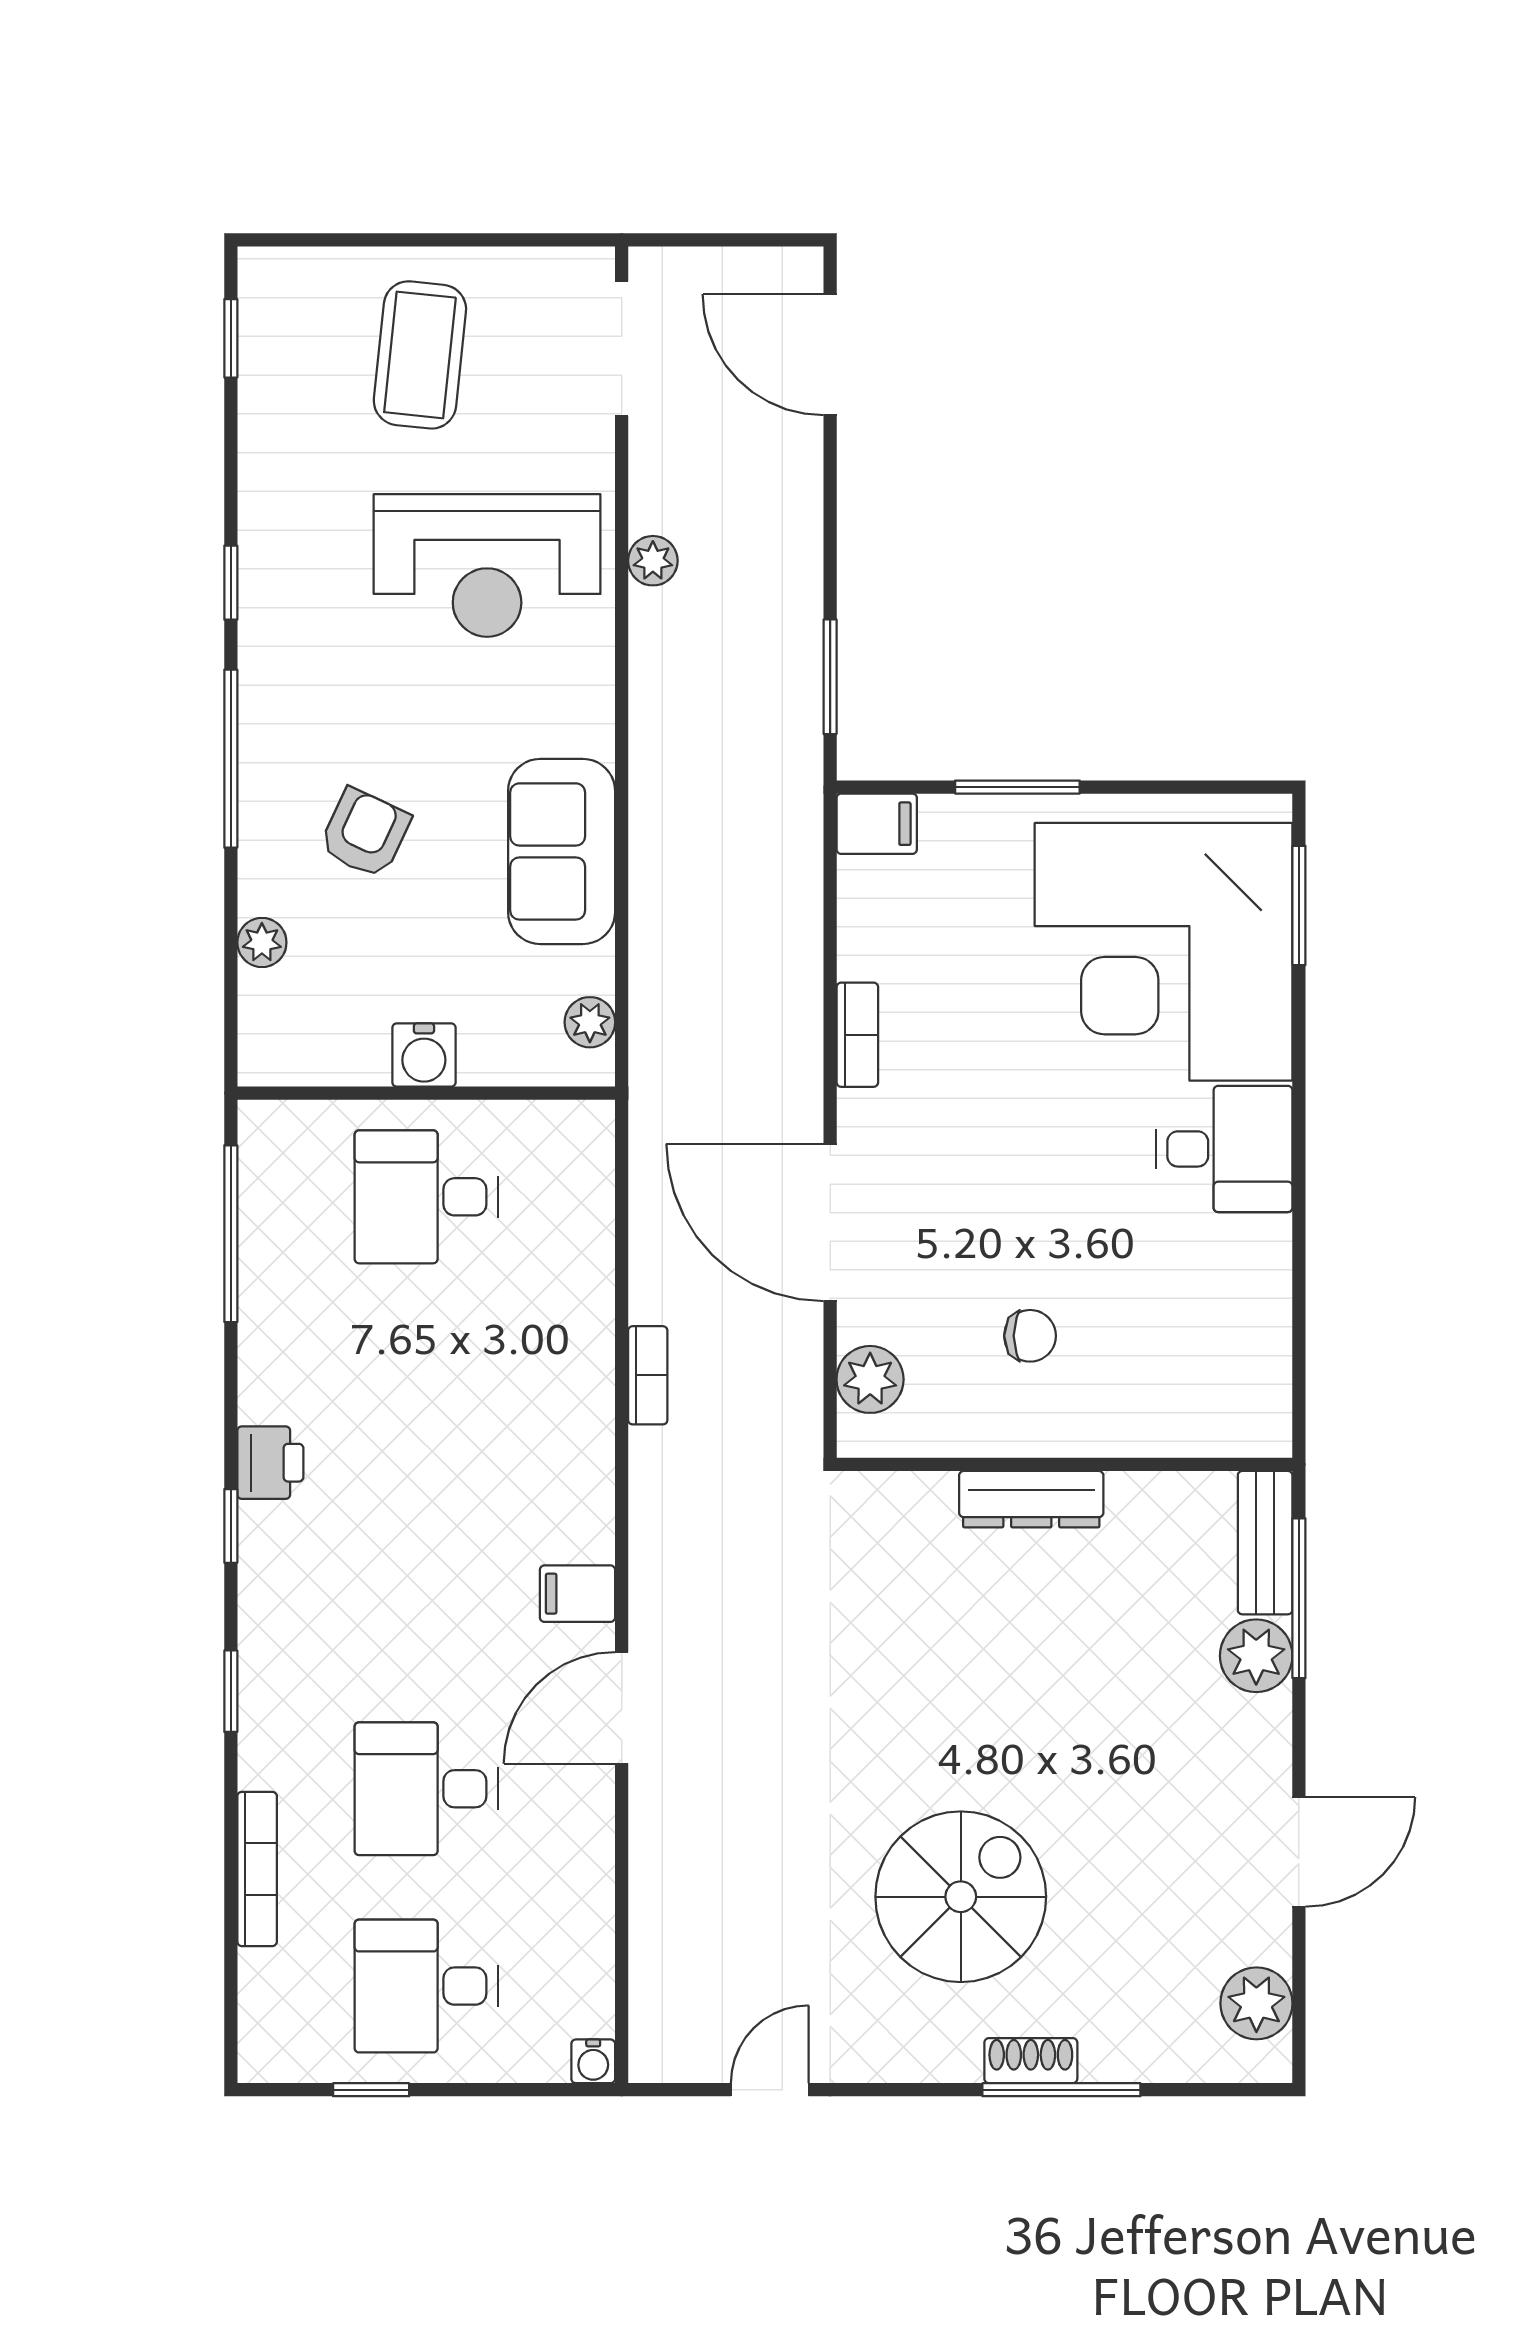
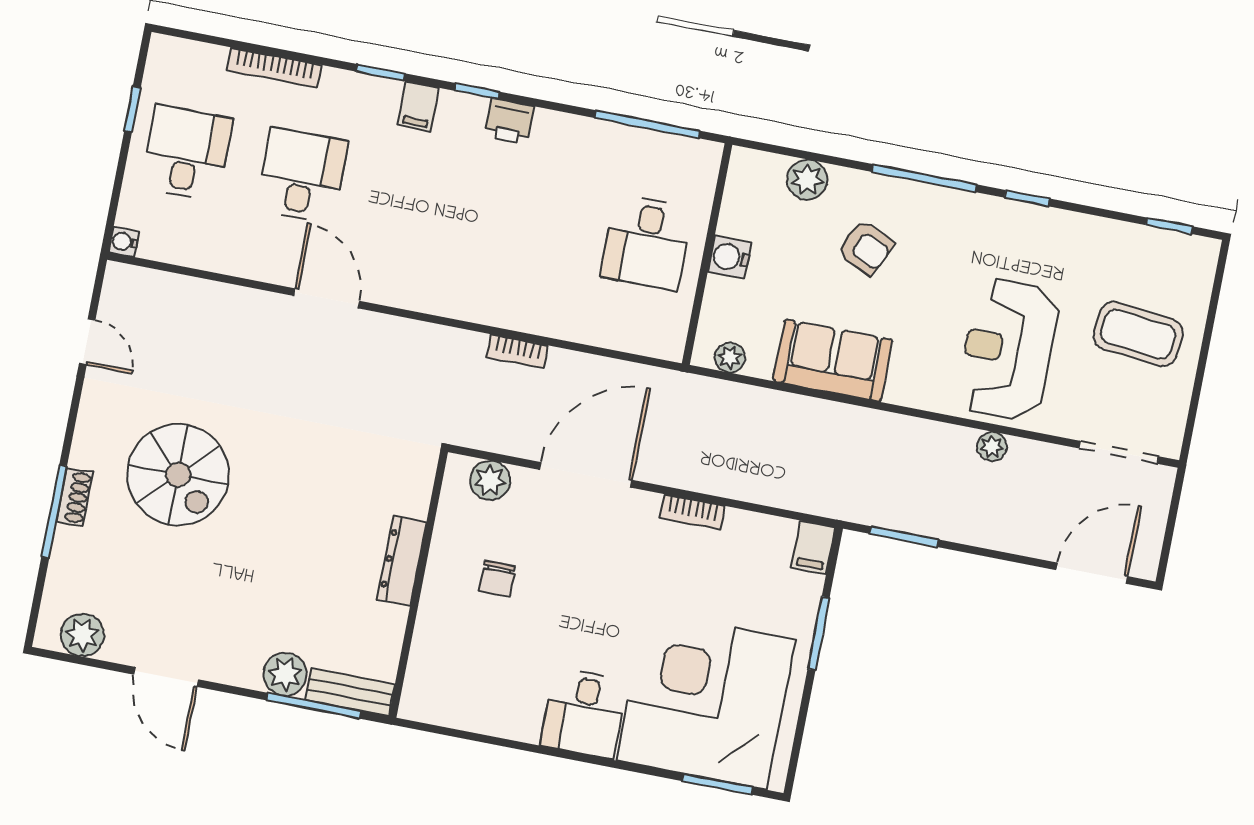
plant: (262, 942) -> (807, 180), width x1.38, depth x1.38
desk: (426, 1197) -> (647, 242), turned 180
filing cabinet: (577, 1594) -> (418, 106), moved, turned 180

